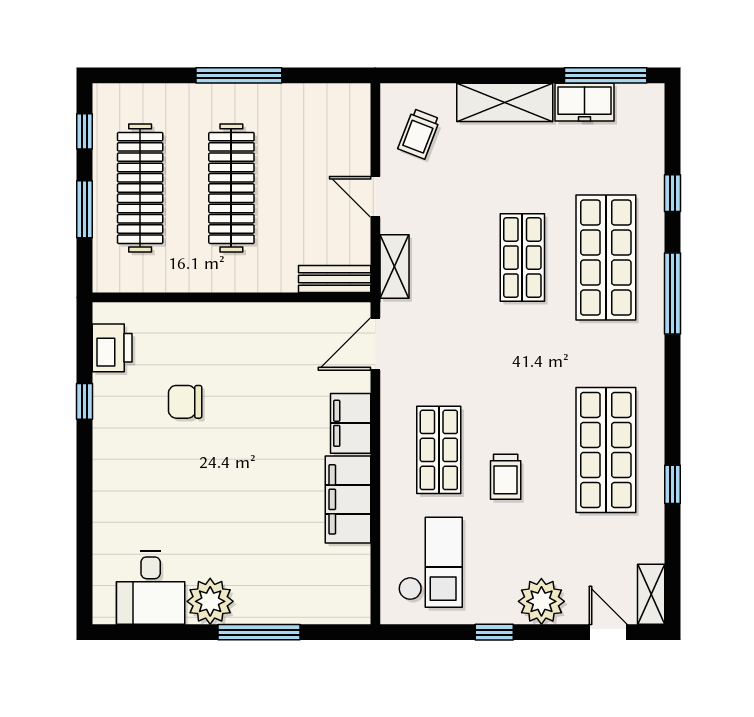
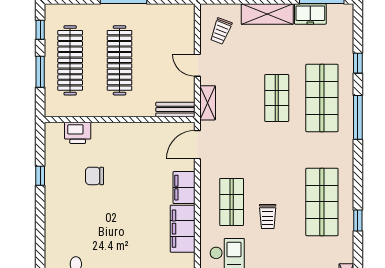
printer: (112, 348) -> (78, 133), moved, turned 90

